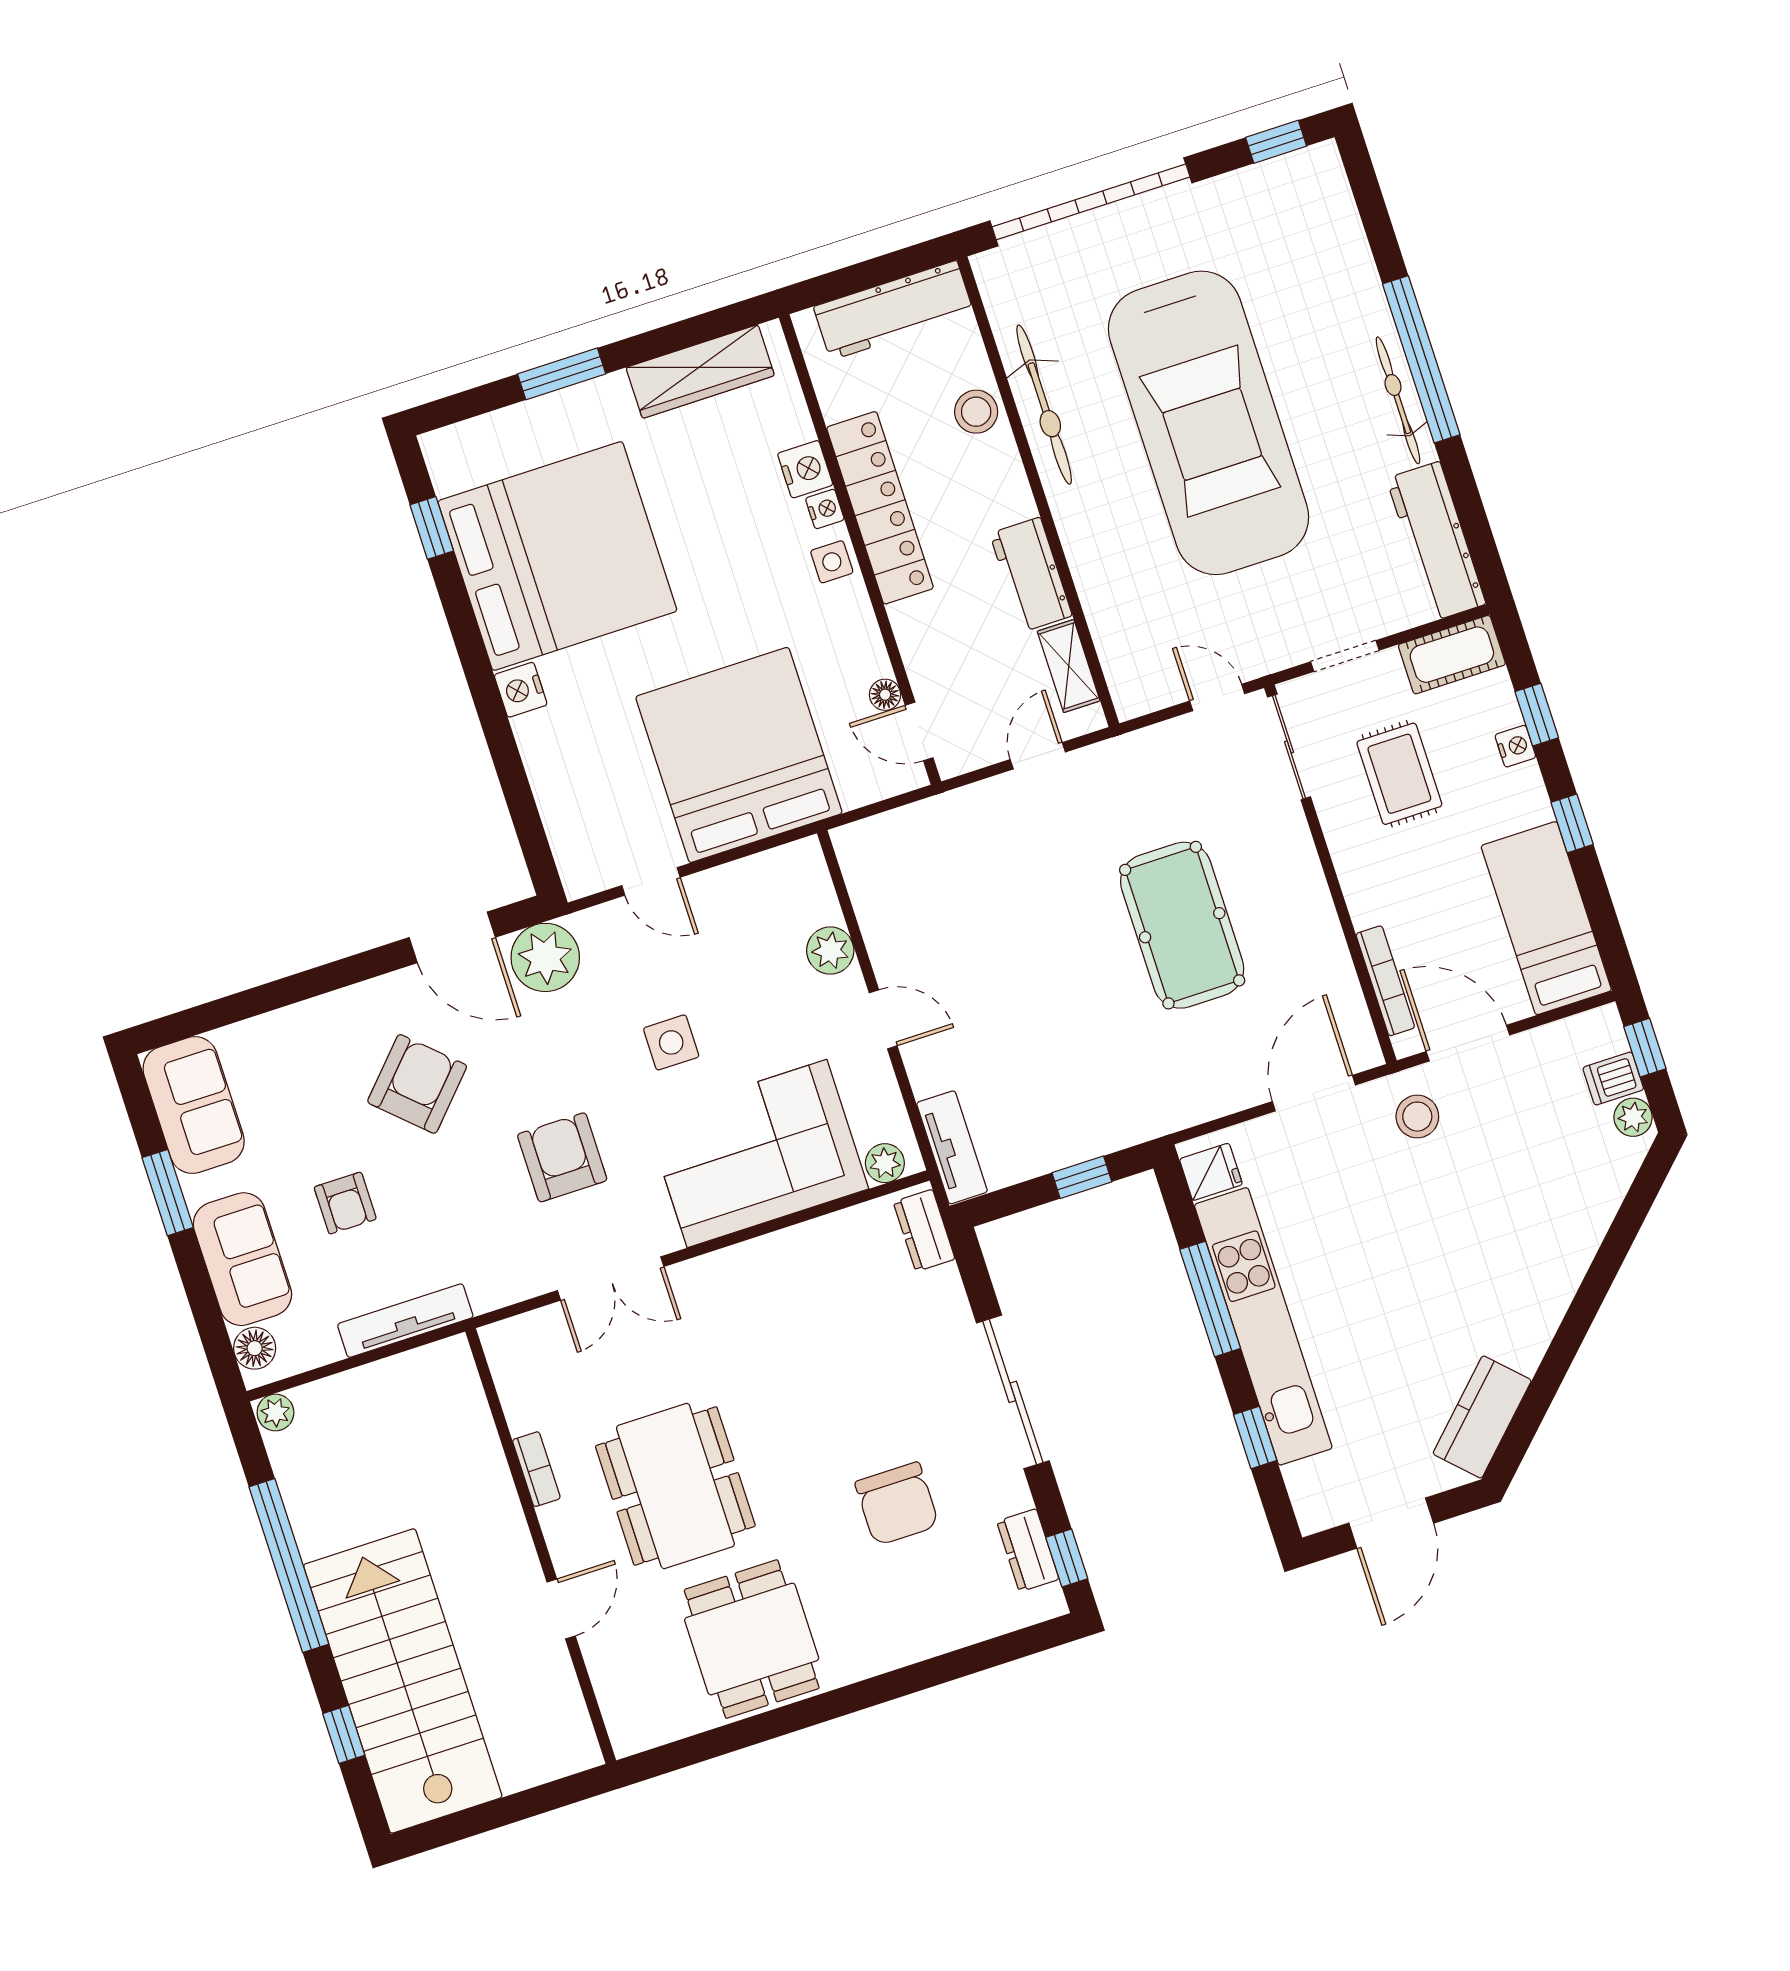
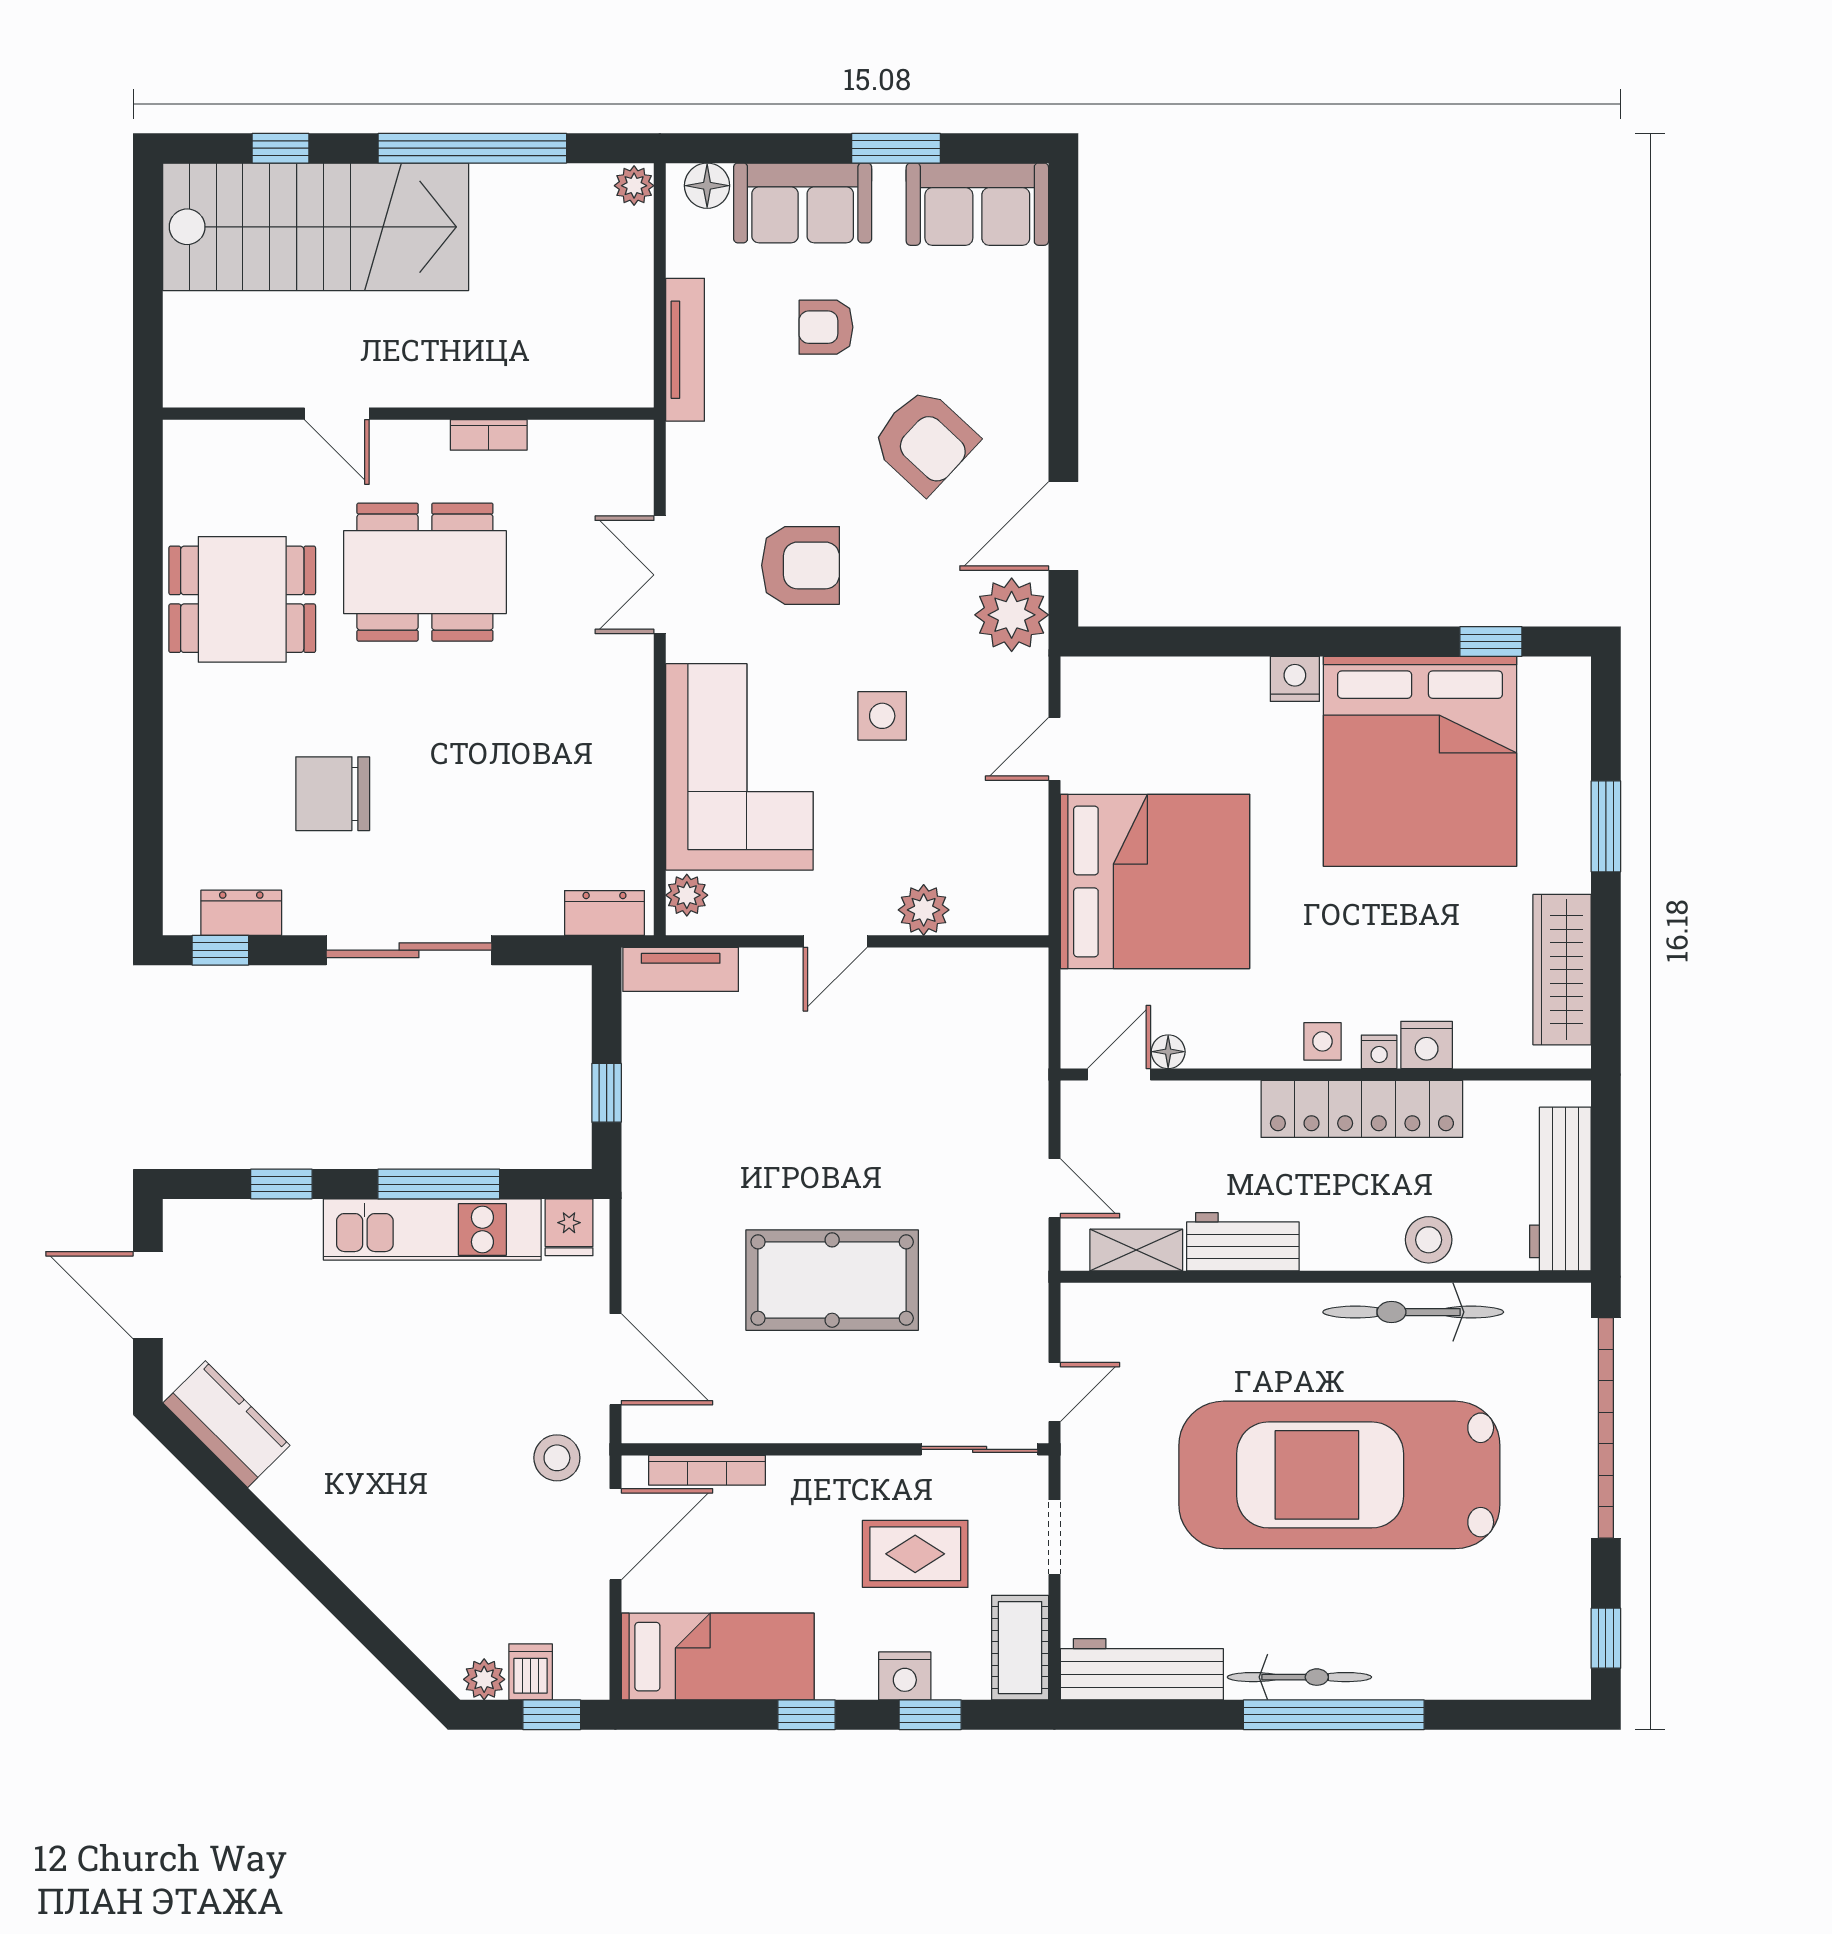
nightstand: (1515, 746) -> (905, 1676), width x1.39, depth x1.35
kitchen unit: (1263, 1326) -> (432, 1230), width x0.73

